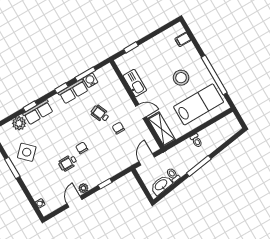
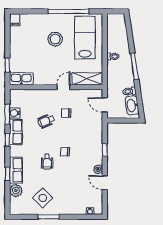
filing cabinet: (183, 39) -> (15, 20), moved
kitchen sink: (135, 83) -> (21, 79), moved
wheelchair: (68, 163) -> (47, 162), moved

